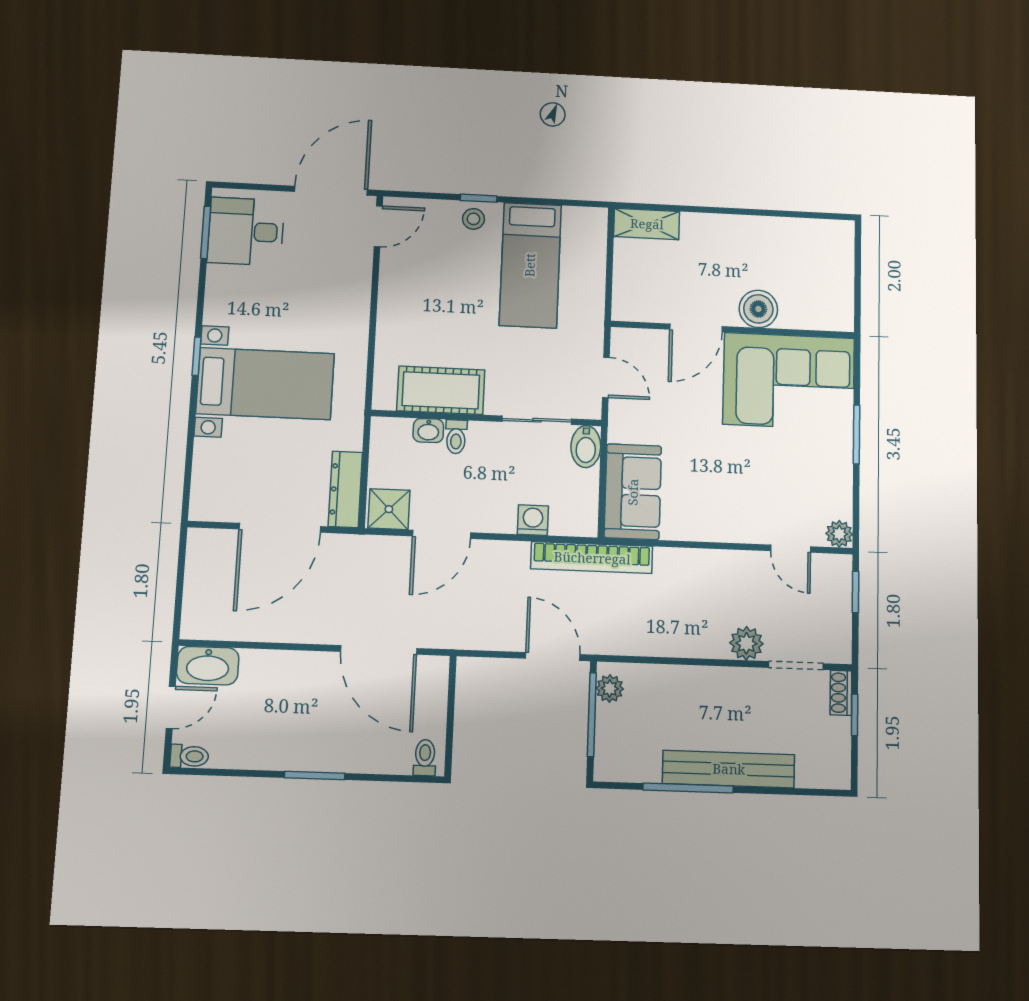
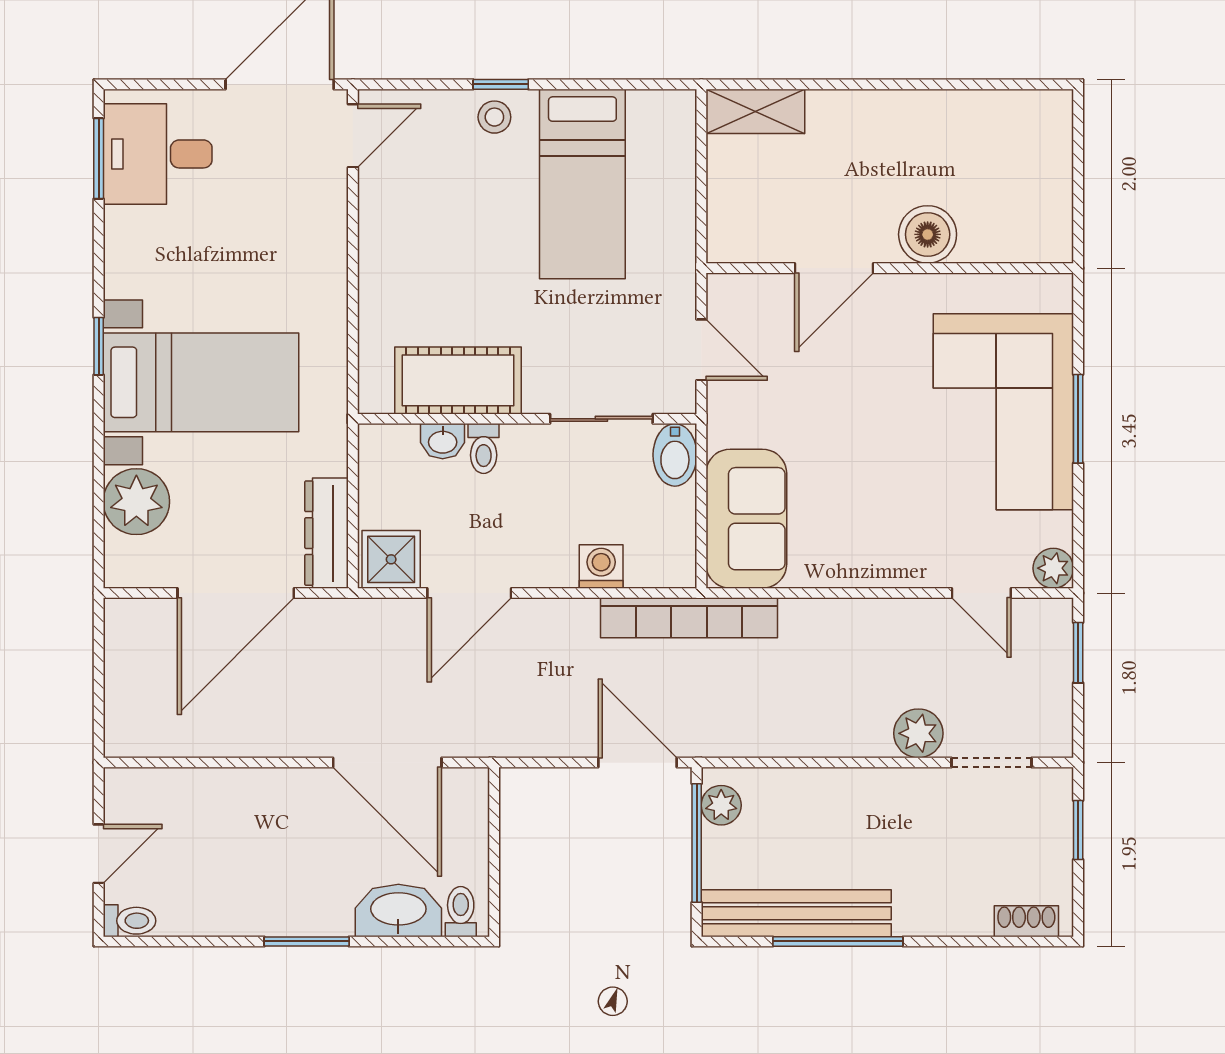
corner sofa: (789, 381) -> (1003, 412), moved, turned 90
plant: (215, 462) -> (136, 502), added
washbasin: (208, 666) -> (398, 910), moved, turned 180
shoe rack: (841, 693) -> (1026, 921), moved, turned 90
bench: (729, 769) -> (796, 913), moved

